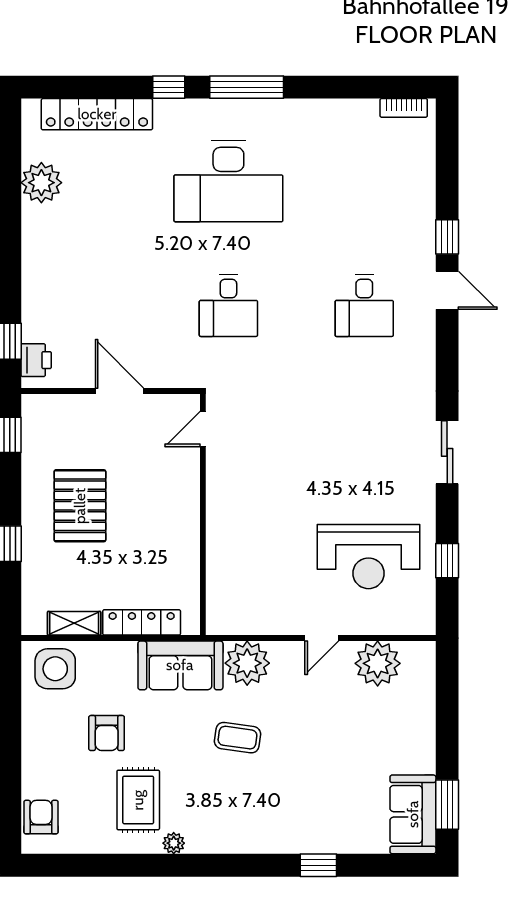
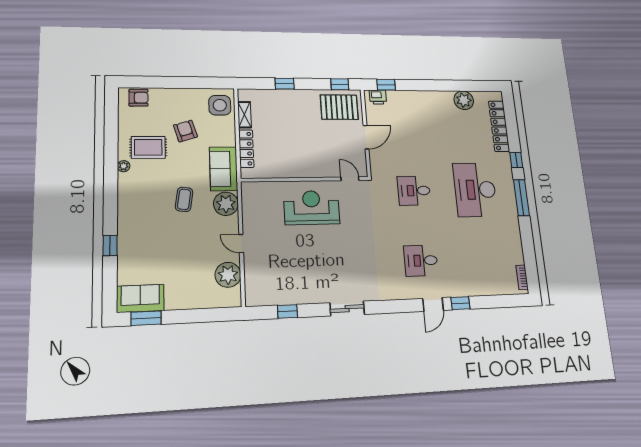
pallet: (80, 506) -> (339, 107), moved
reception desk: (369, 557) -> (312, 208), moved, turned 90
armchair: (107, 733) -> (185, 131), turned 73

